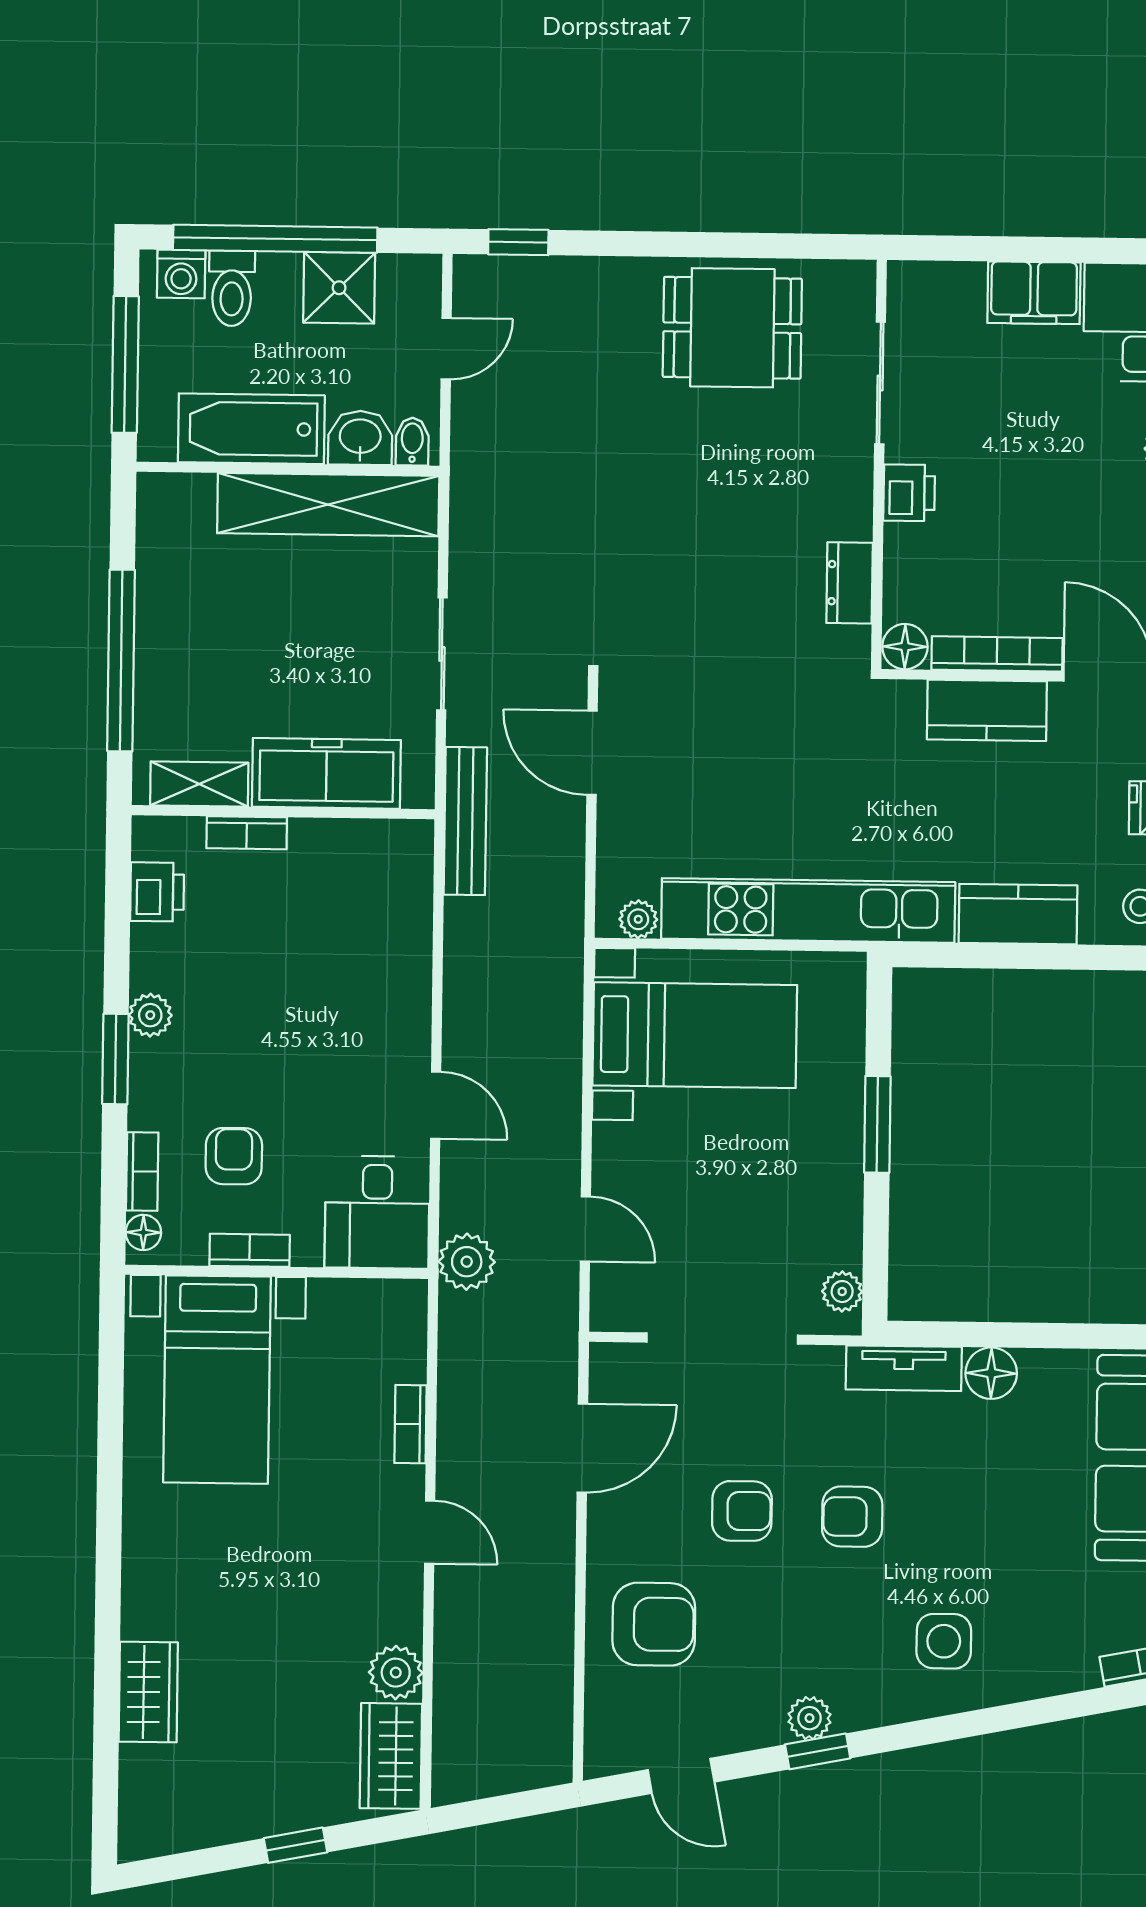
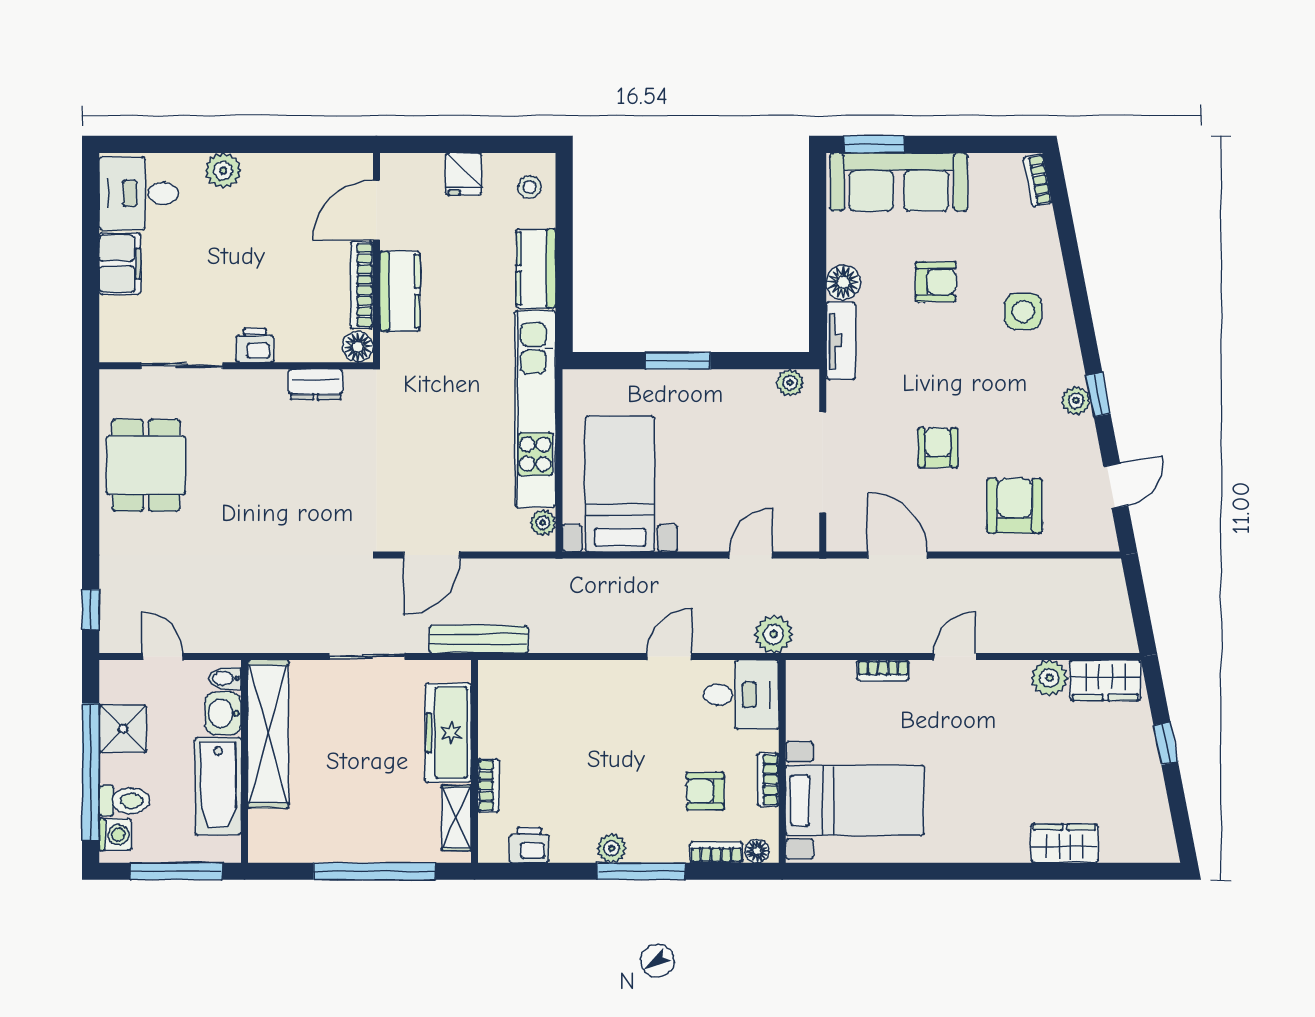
window: (115, 1059) -> (641, 871), width x1.44
armchair: (852, 1517) -> (936, 282), moved, turned -90

